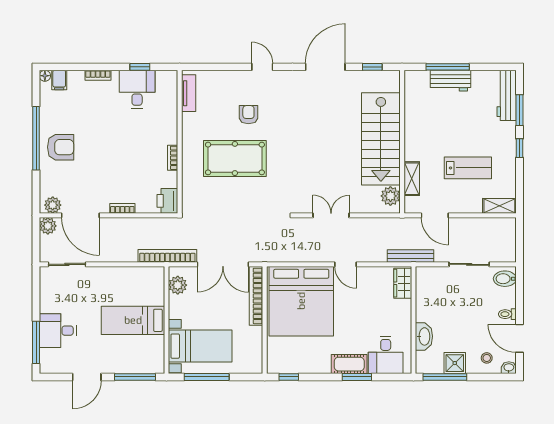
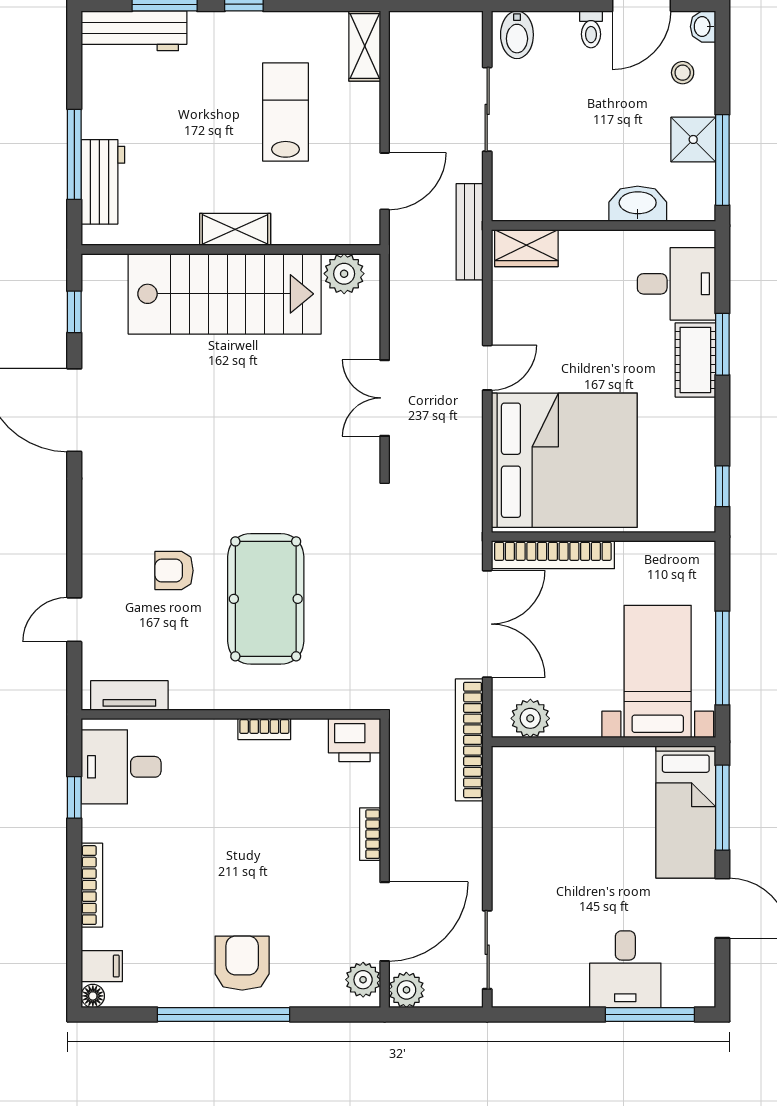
door: (262, 67) -> (74, 620), moved
bookcase: (98, 75) -> (92, 885), width x1.56
workbench: (450, 81) -> (103, 182), moved
desk: (137, 89) -> (121, 767), moved
shelving: (412, 179) -> (235, 229), moved
bed: (133, 320) -> (686, 812), moved

